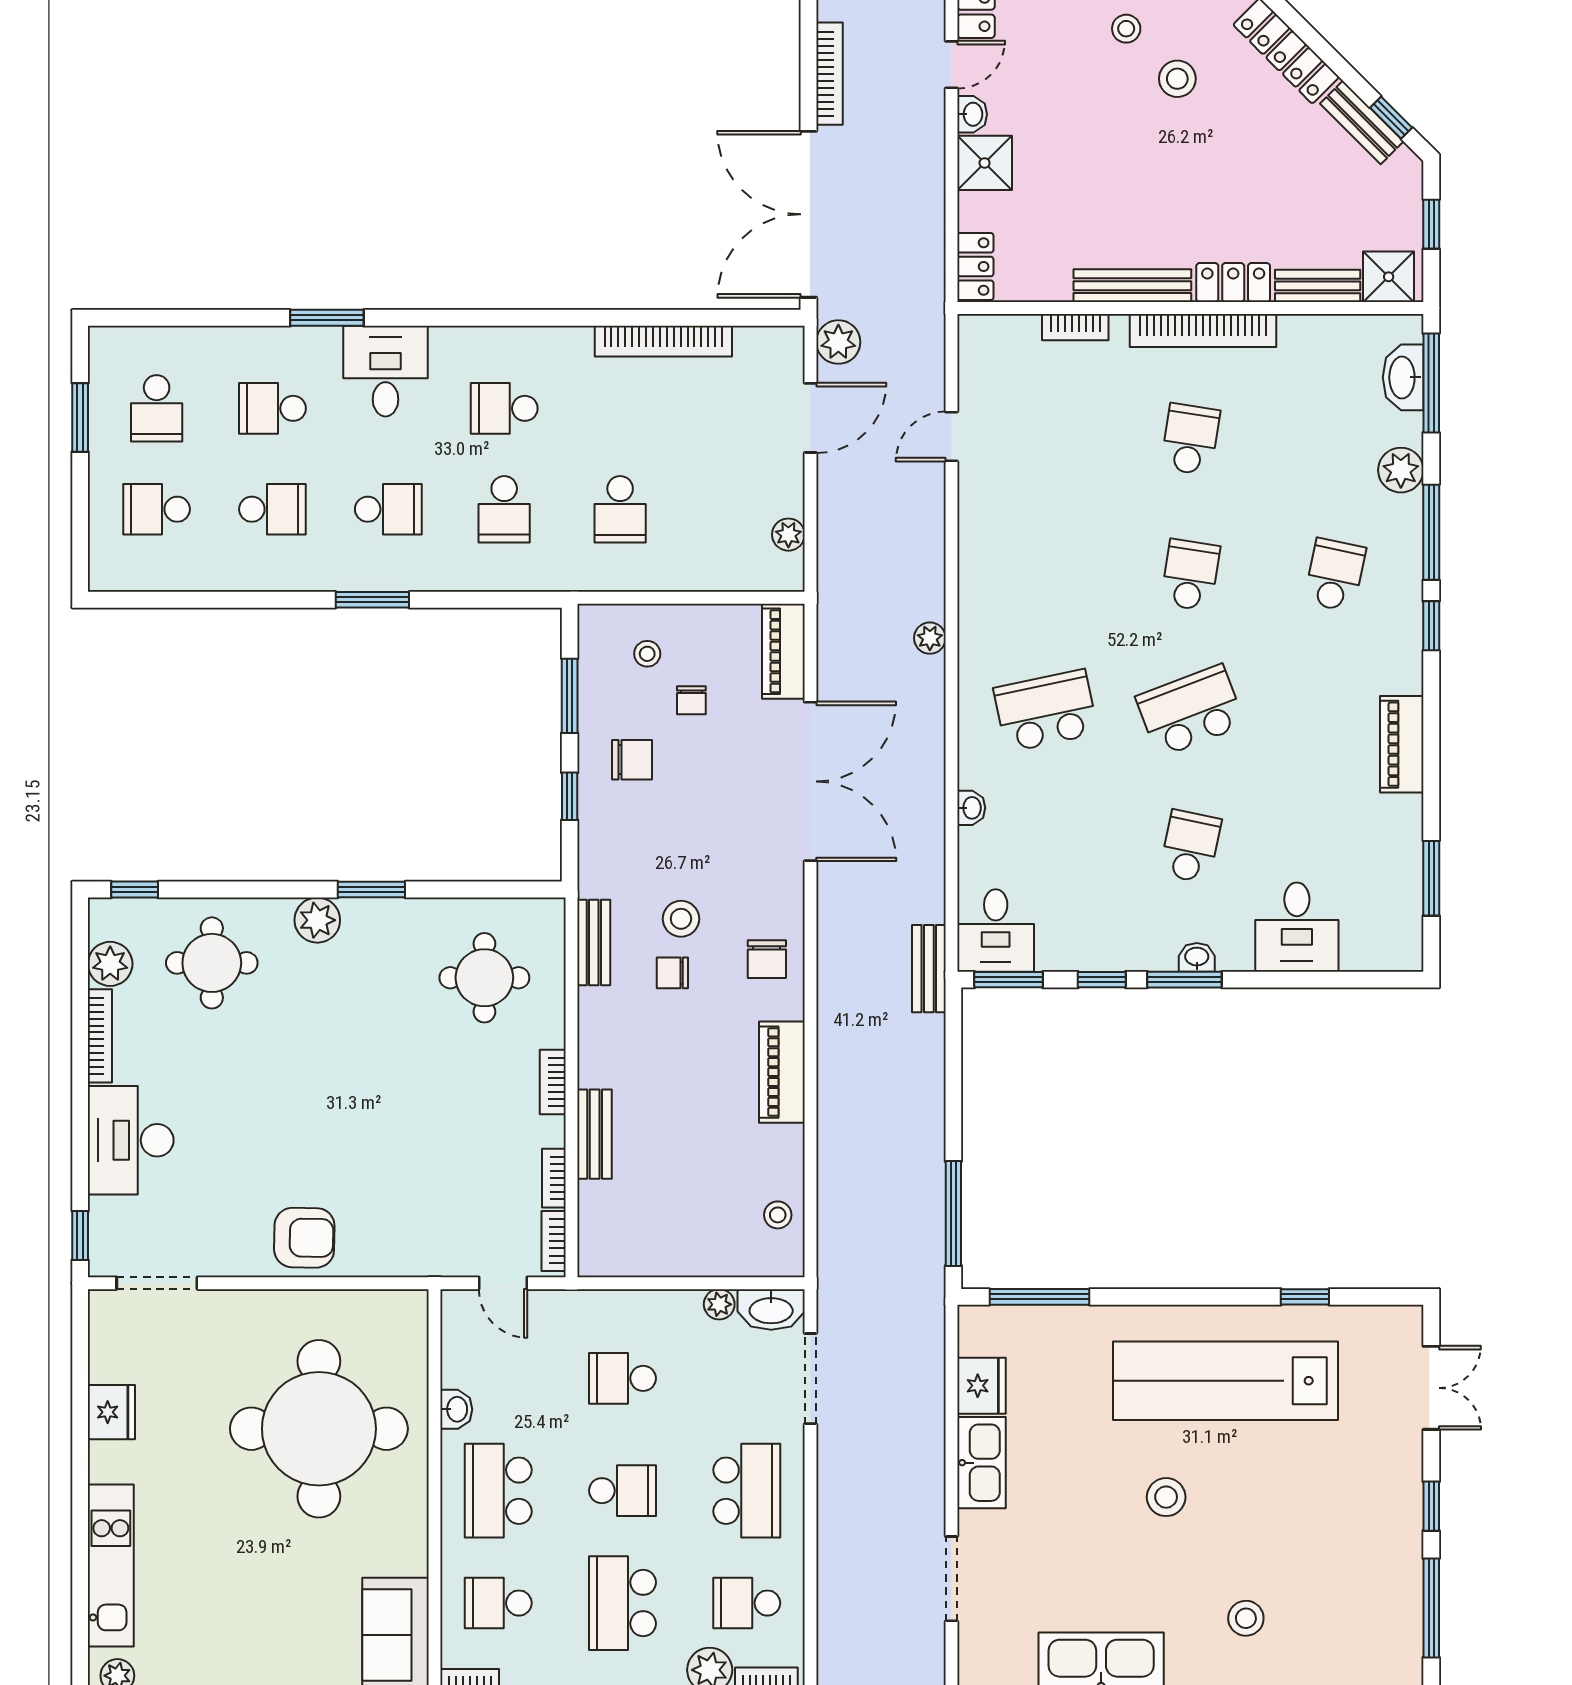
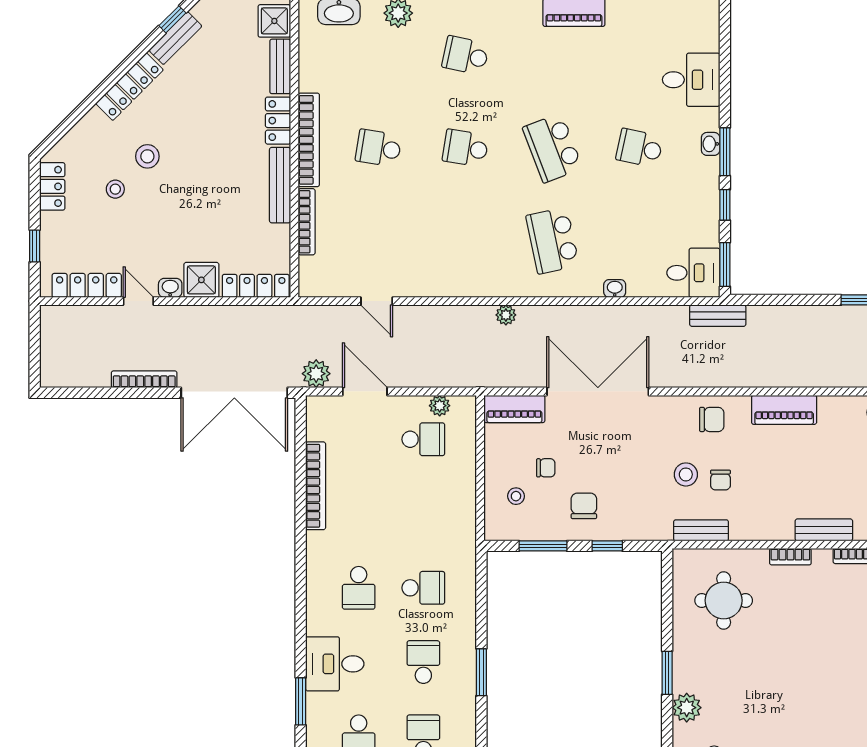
locker: (975, 267) -> (256, 286), width x1.53
bookcase: (1075, 327) -> (307, 222), width x1.56
school desk: (620, 509) -> (423, 439), moved

